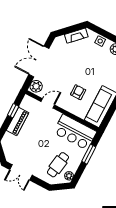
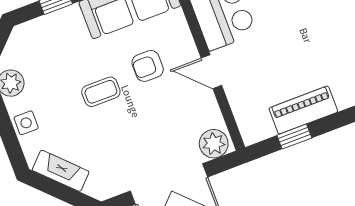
coffee table: (85, 71) -> (101, 92), added
door: (48, 103) -> (211, 72), moved

